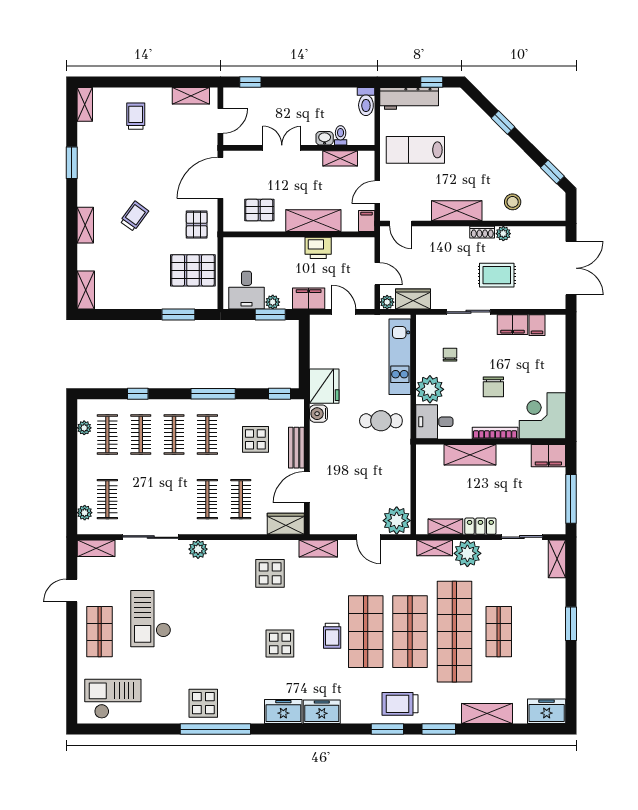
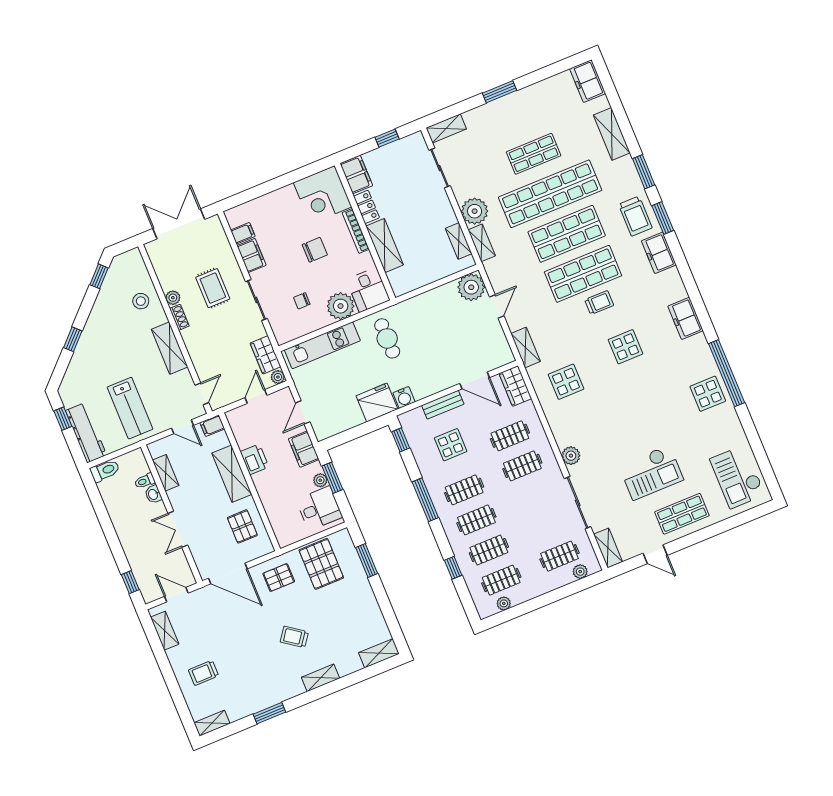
window: (571, 499) -> (387, 138), width x0.46
locker: (480, 526) -> (366, 207), moved, turned 180
freezer: (322, 712) -> (659, 253), moved

